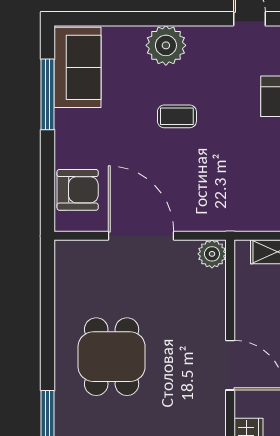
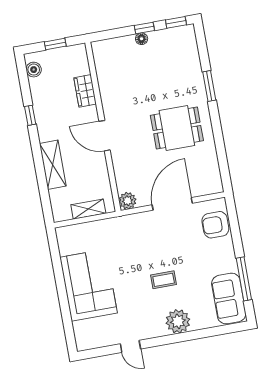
door: (141, 236) -> (172, 204), swing flipped
dining table: (112, 357) -> (177, 128), turned 90

